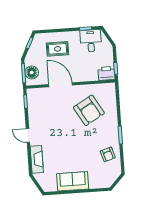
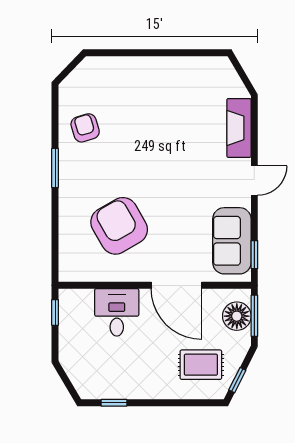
desk: (91, 41) -> (117, 312), moved, turned 180
rug: (58, 49) -> (201, 365), moved
printer: (106, 73) -> (76, 303), removed
door: (28, 136) -> (254, 181), hinge flipped
sofa: (73, 181) -> (232, 241), moved, turned 90

